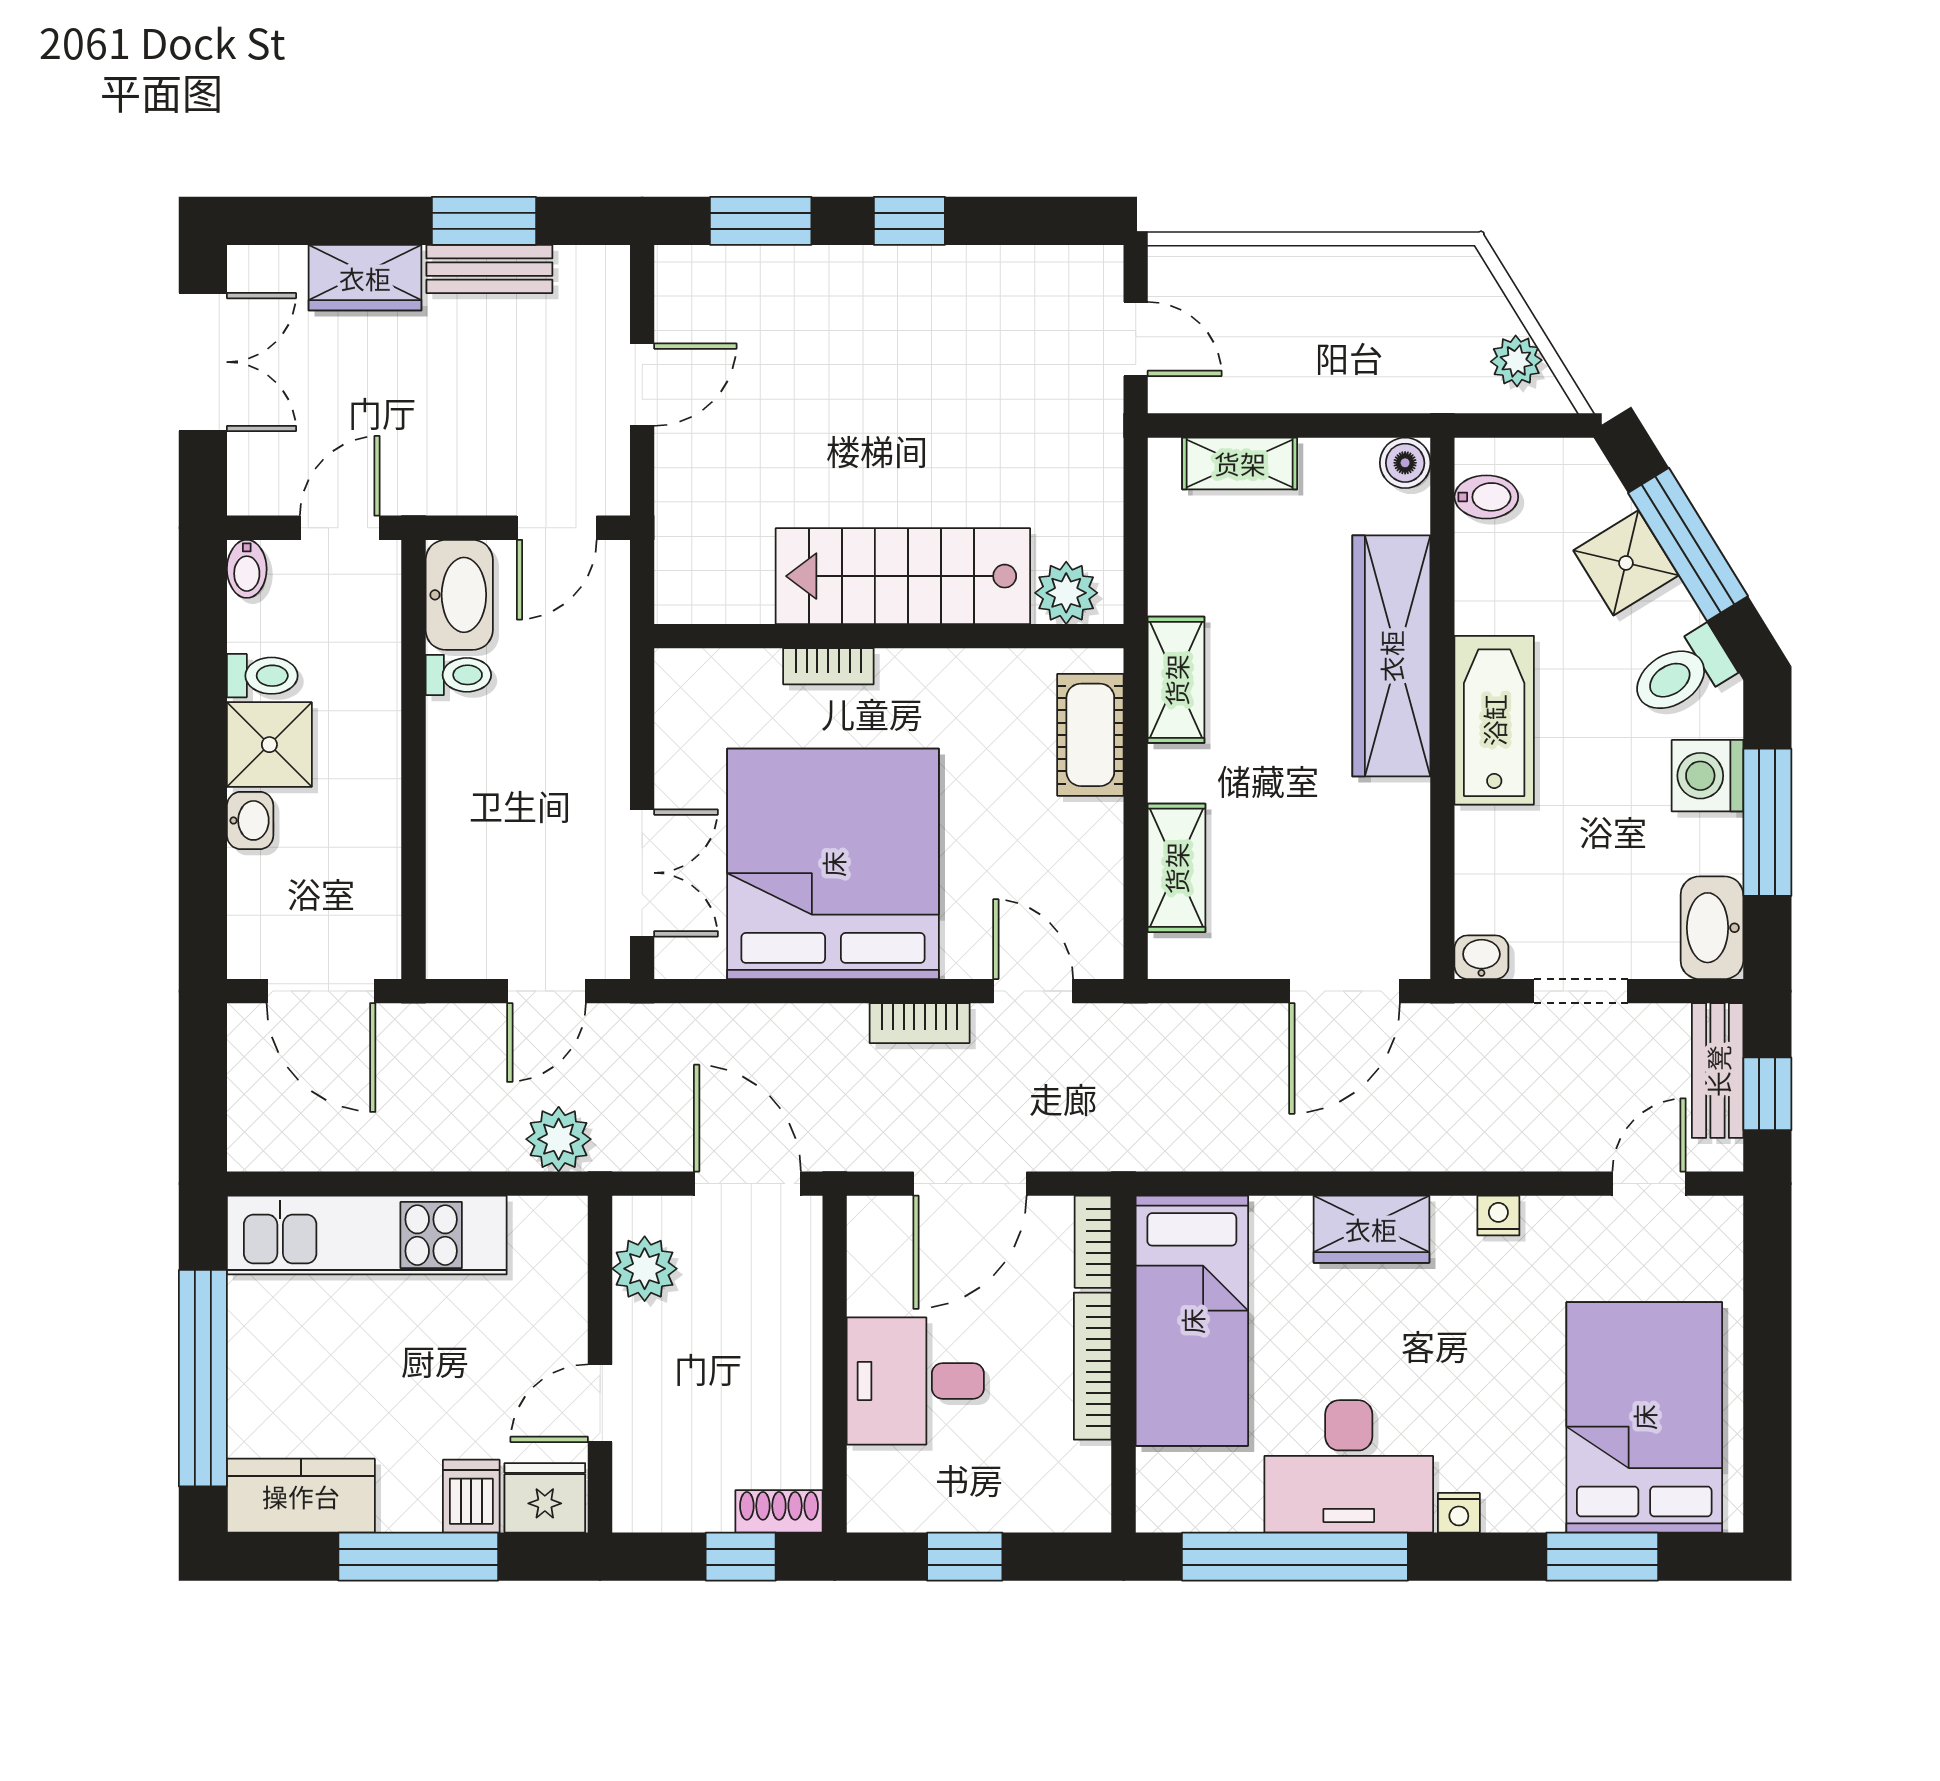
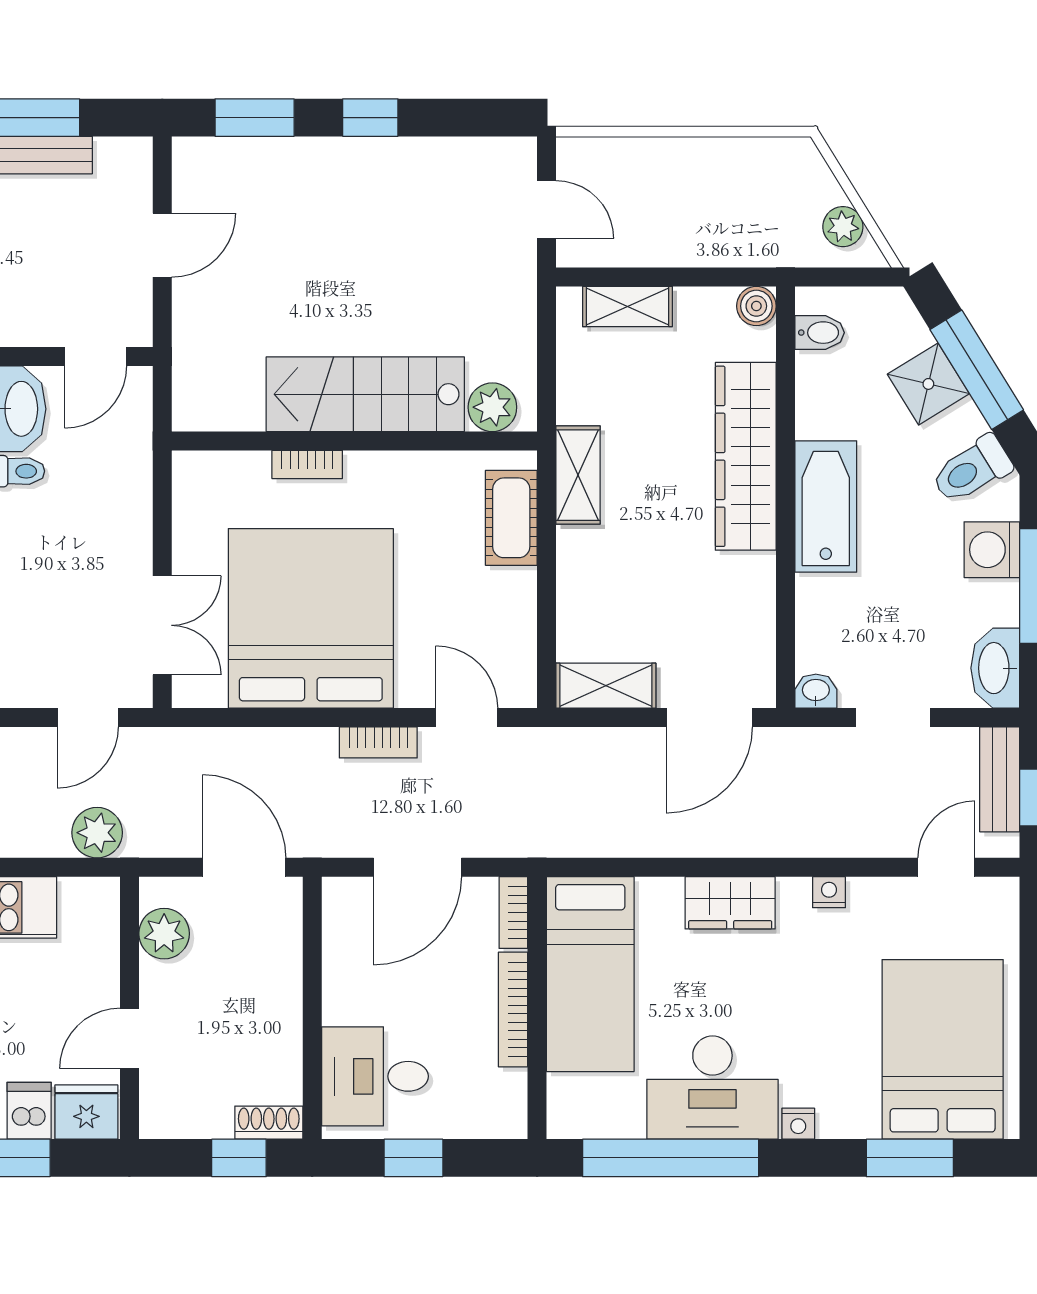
shelving: (1176, 868) -> (606, 686), moved, turned 90
desk: (915, 1381) -> (375, 1076), moved

